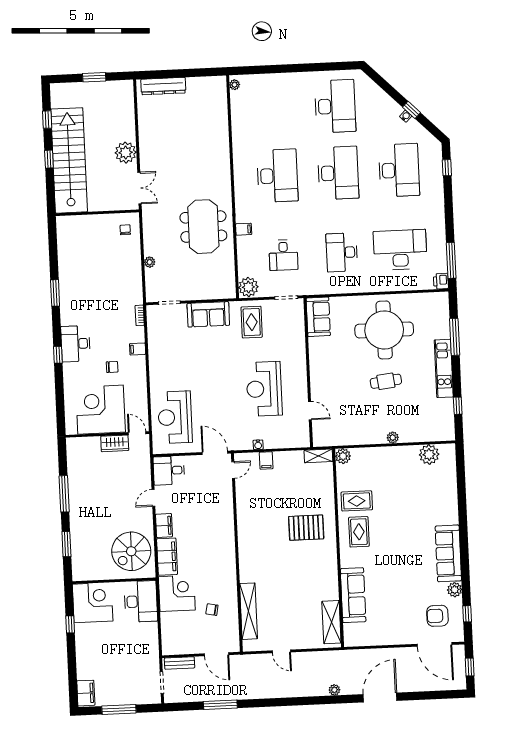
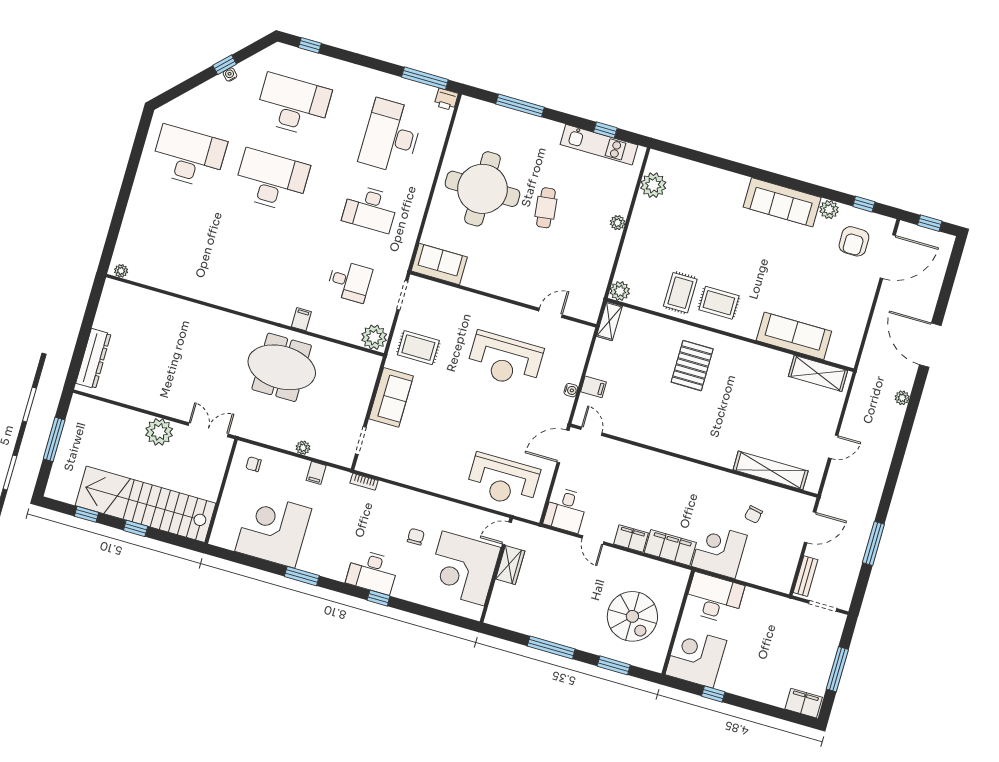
window: (94, 77) -> (54, 439), width x1.44
desk: (277, 176) -> (250, 256), removed
corner desk: (82, 261) -> (273, 530), added
filing cabinet: (138, 349) -> (316, 473), moved
kitchen unit: (444, 368) -> (599, 145), moved
spiral stairs: (131, 551) -> (632, 616), moved

